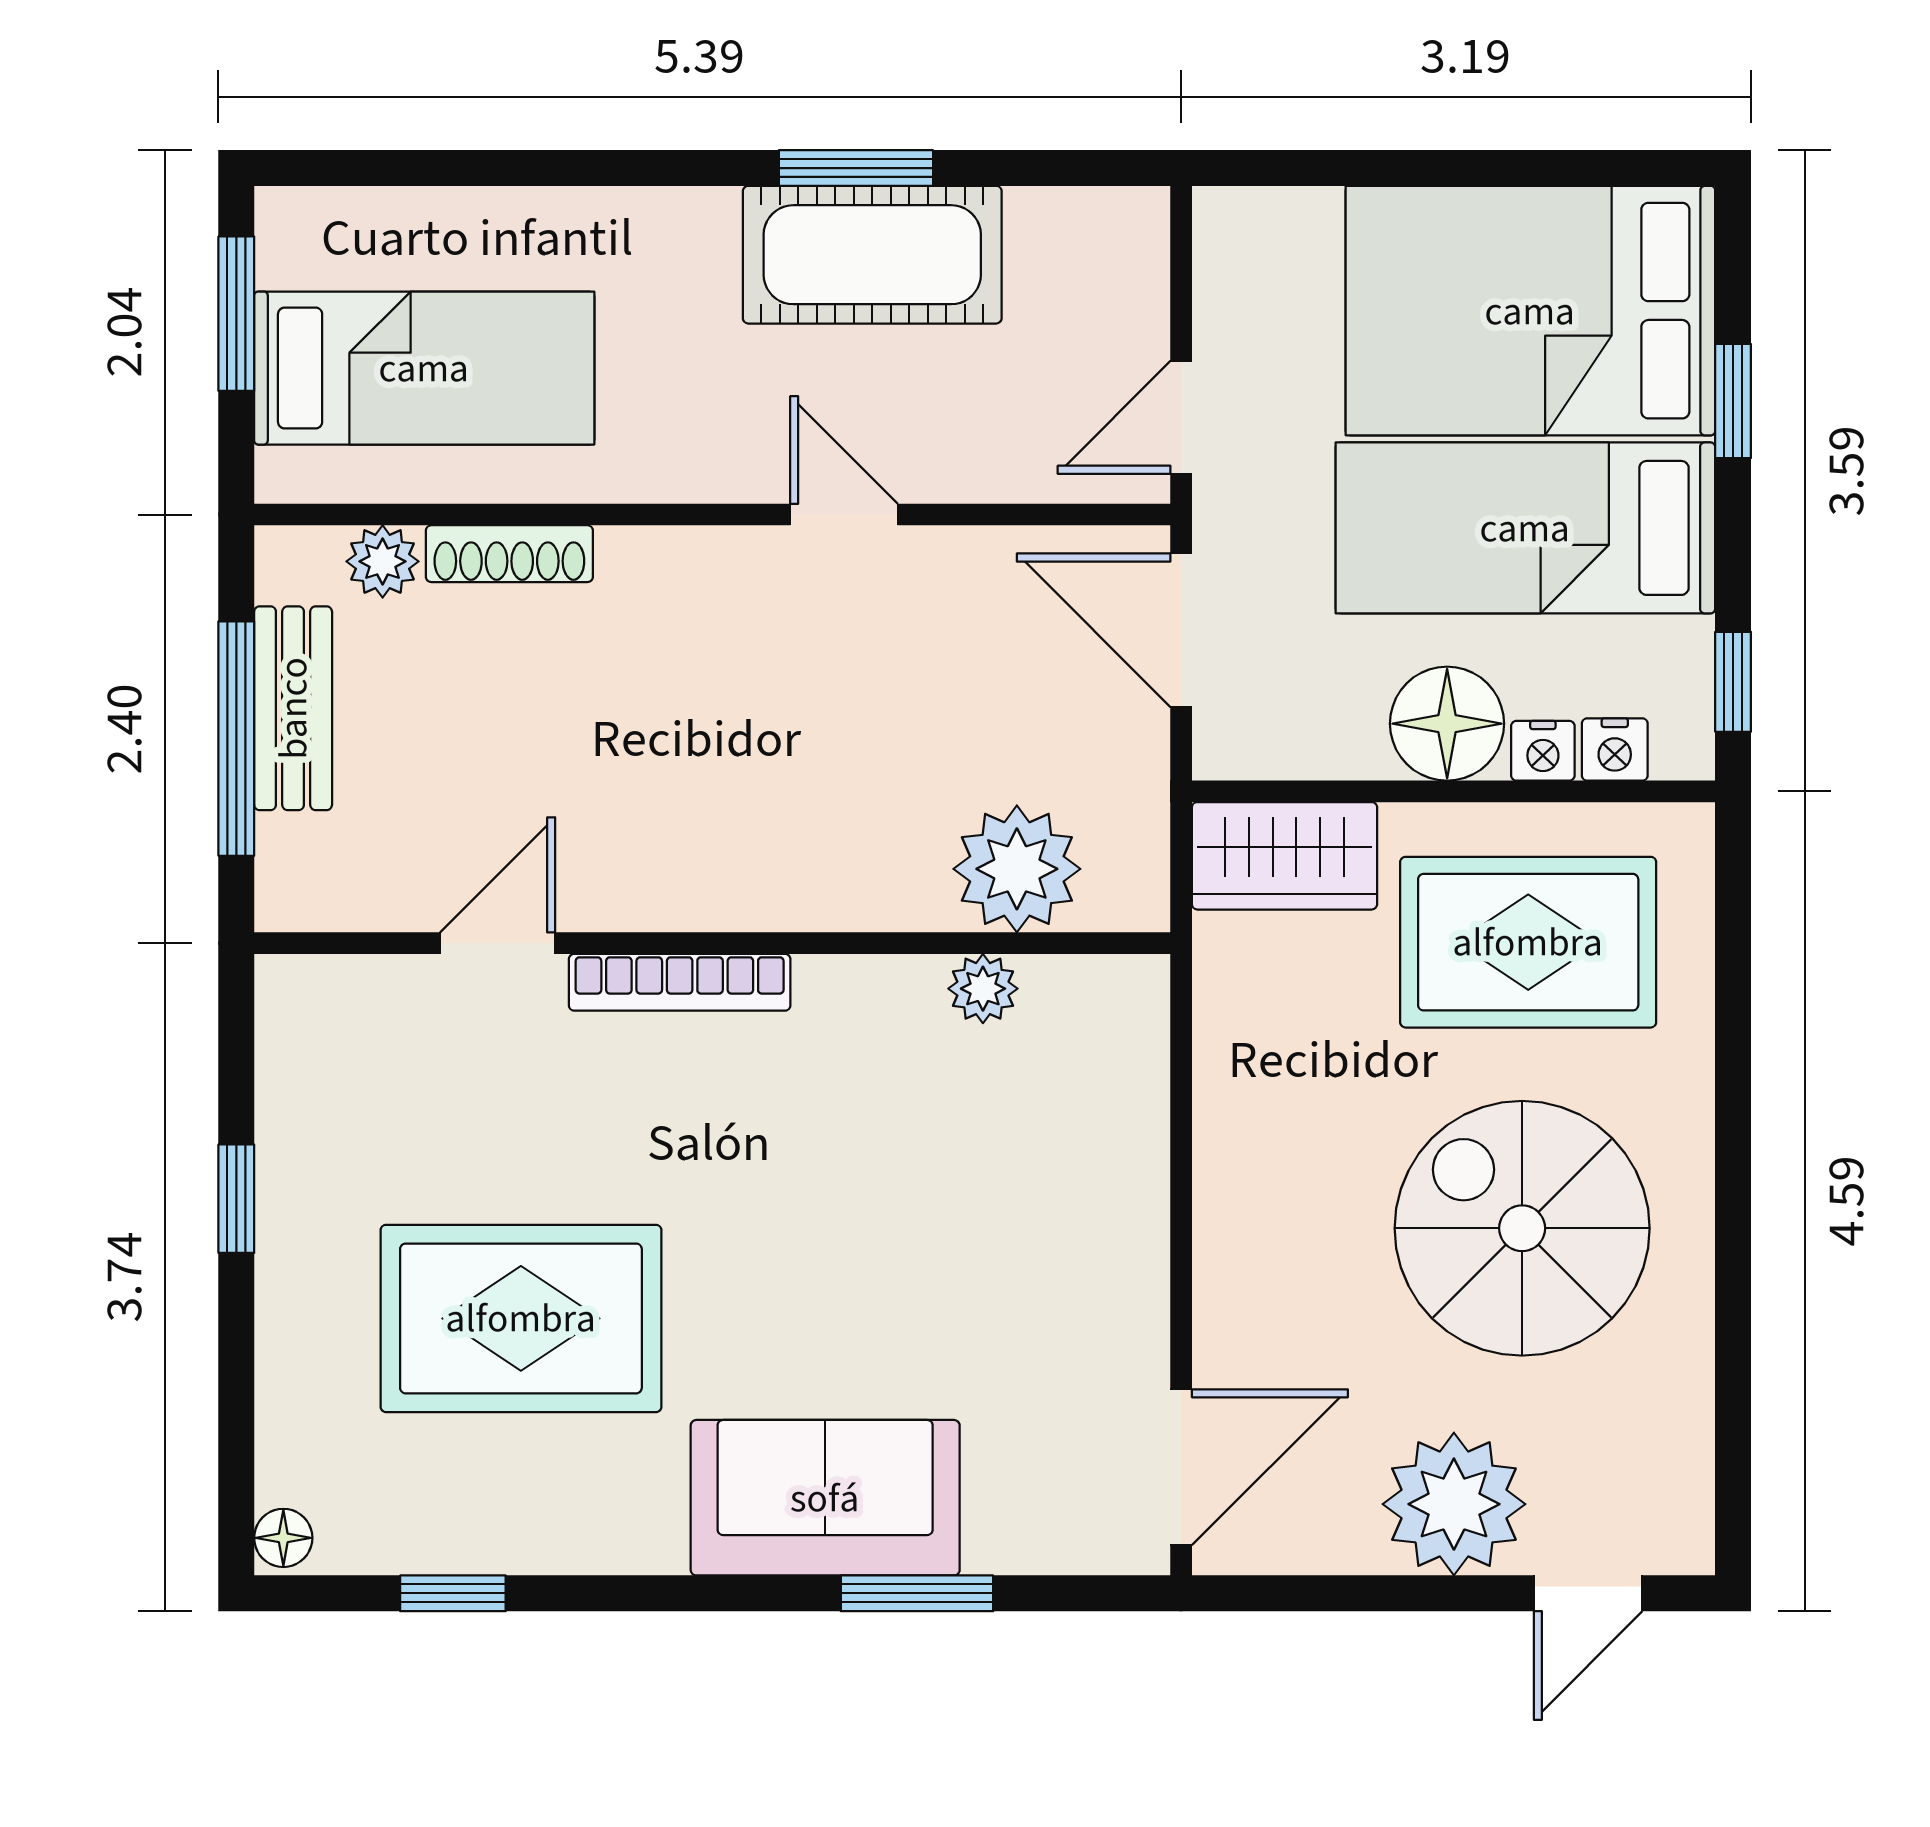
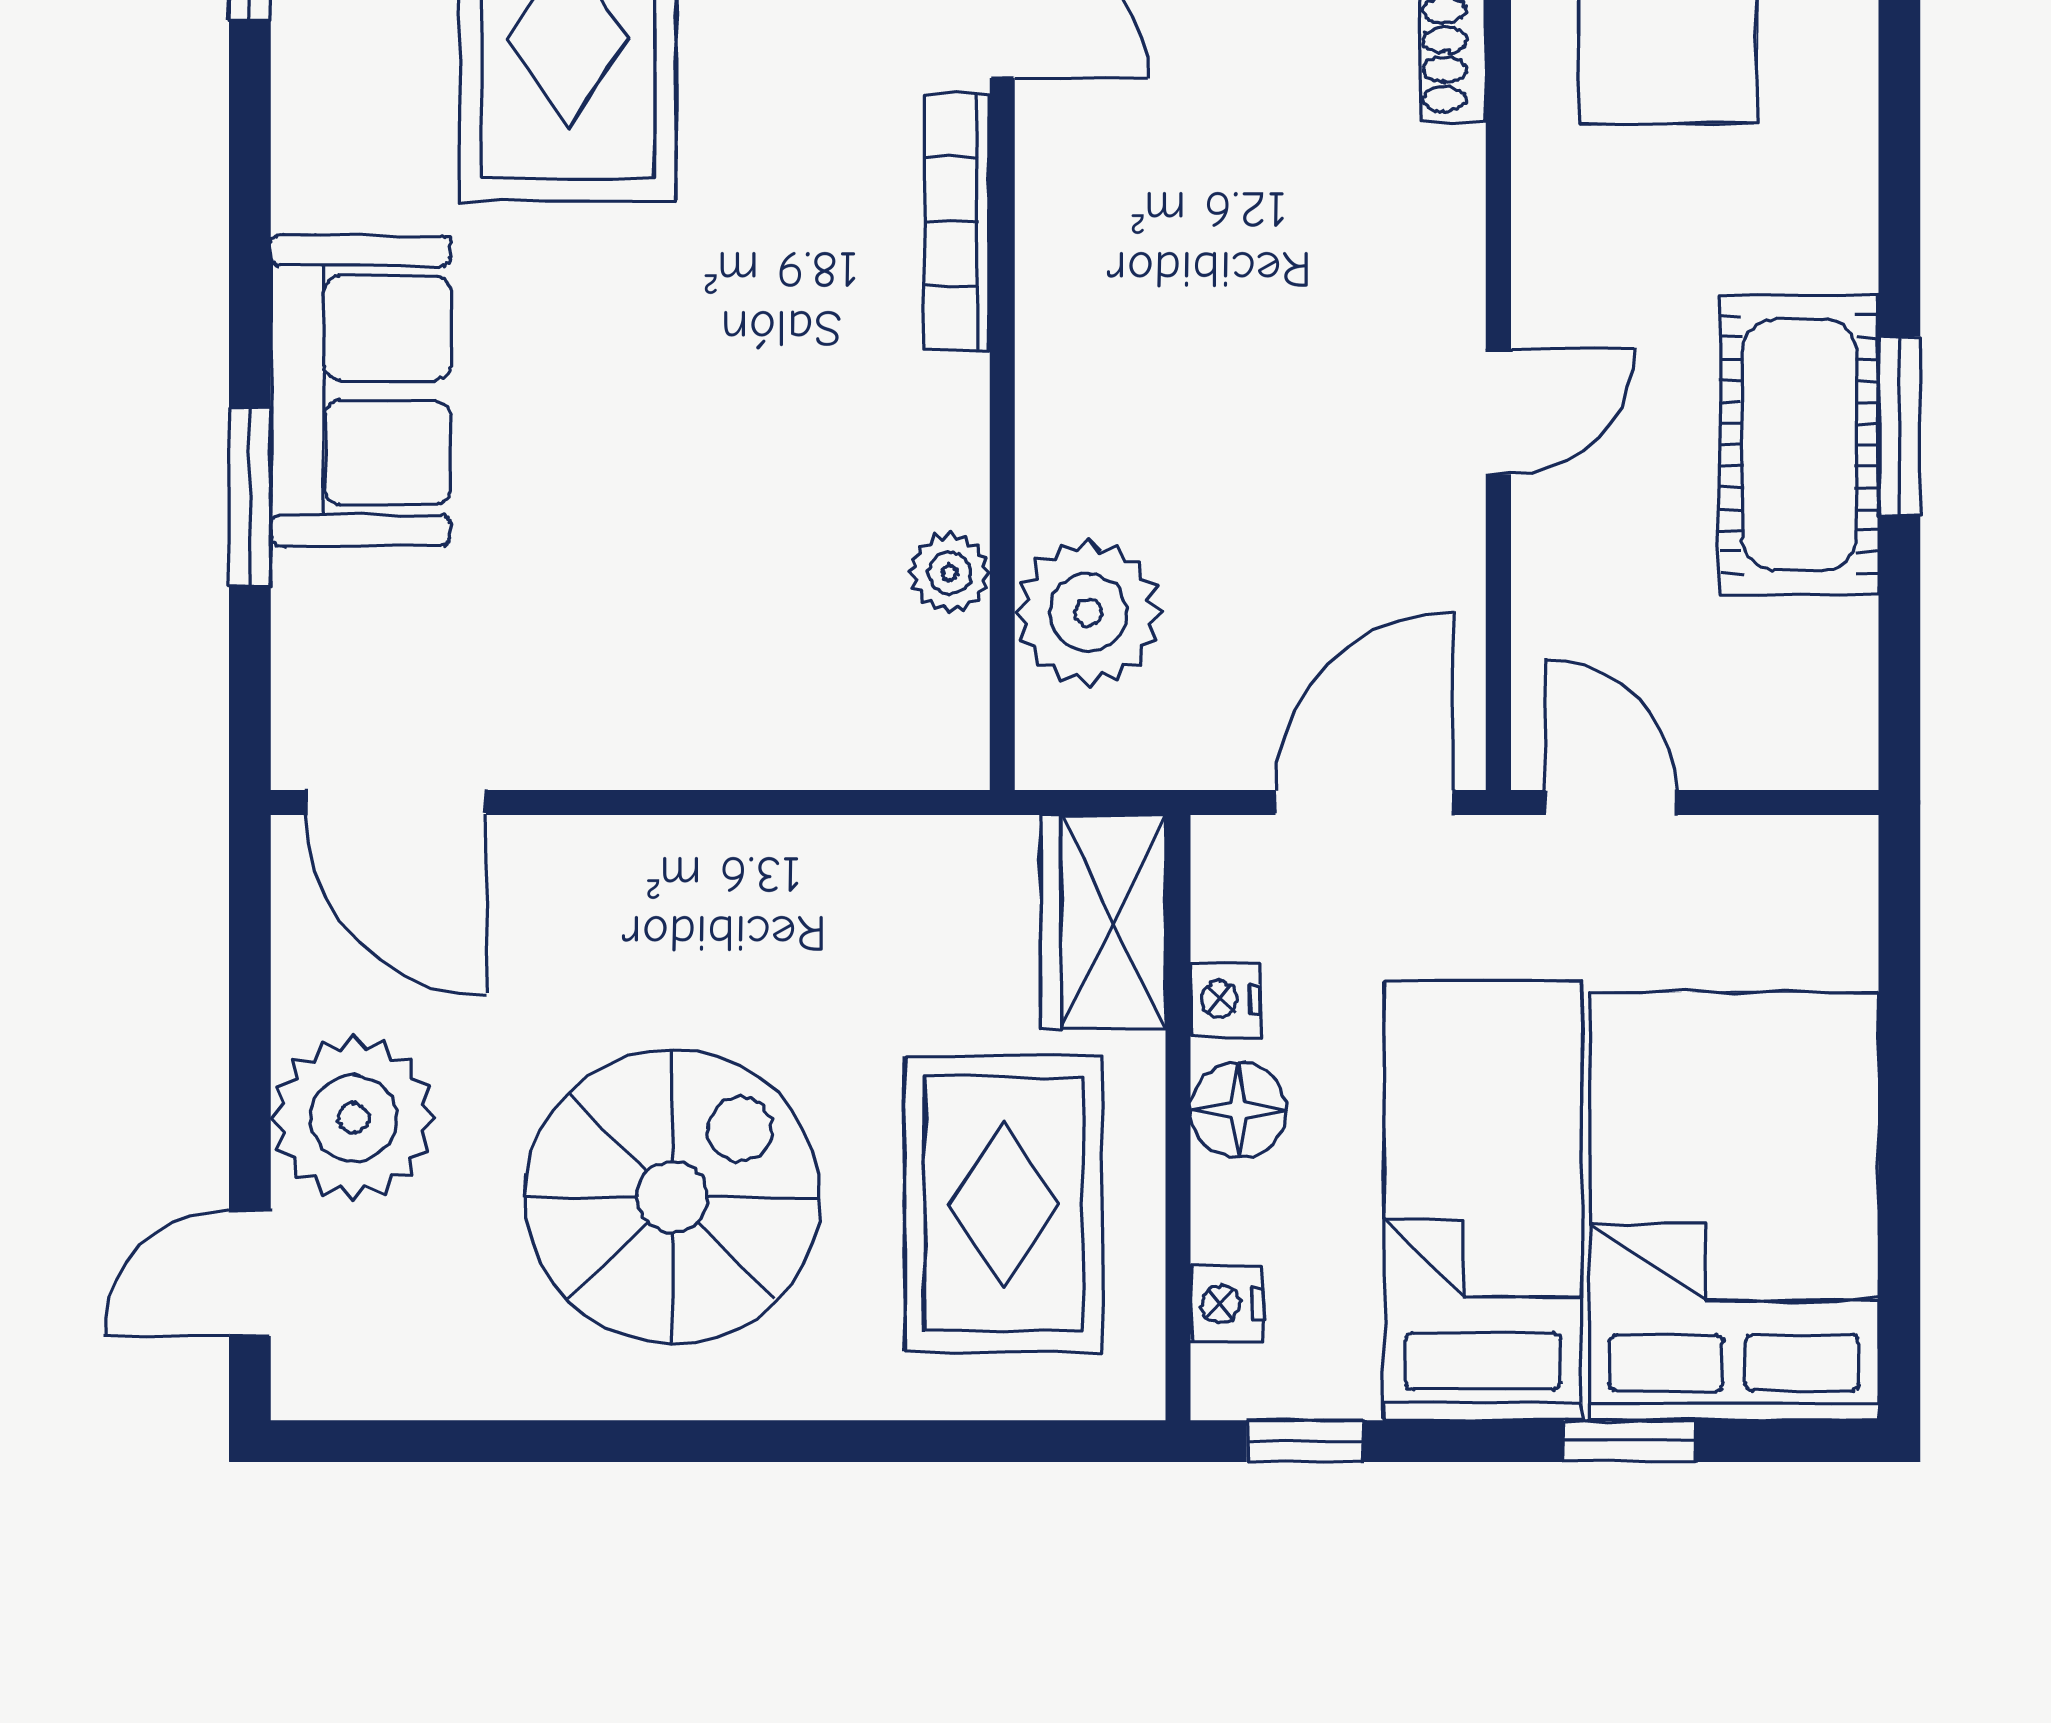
floor lamp: (1447, 724) -> (1238, 1110), width x0.73, depth x0.73
nightstand: (1543, 751) -> (1225, 999), moved
door: (1588, 1593) -> (250, 1273), hinge flipped

